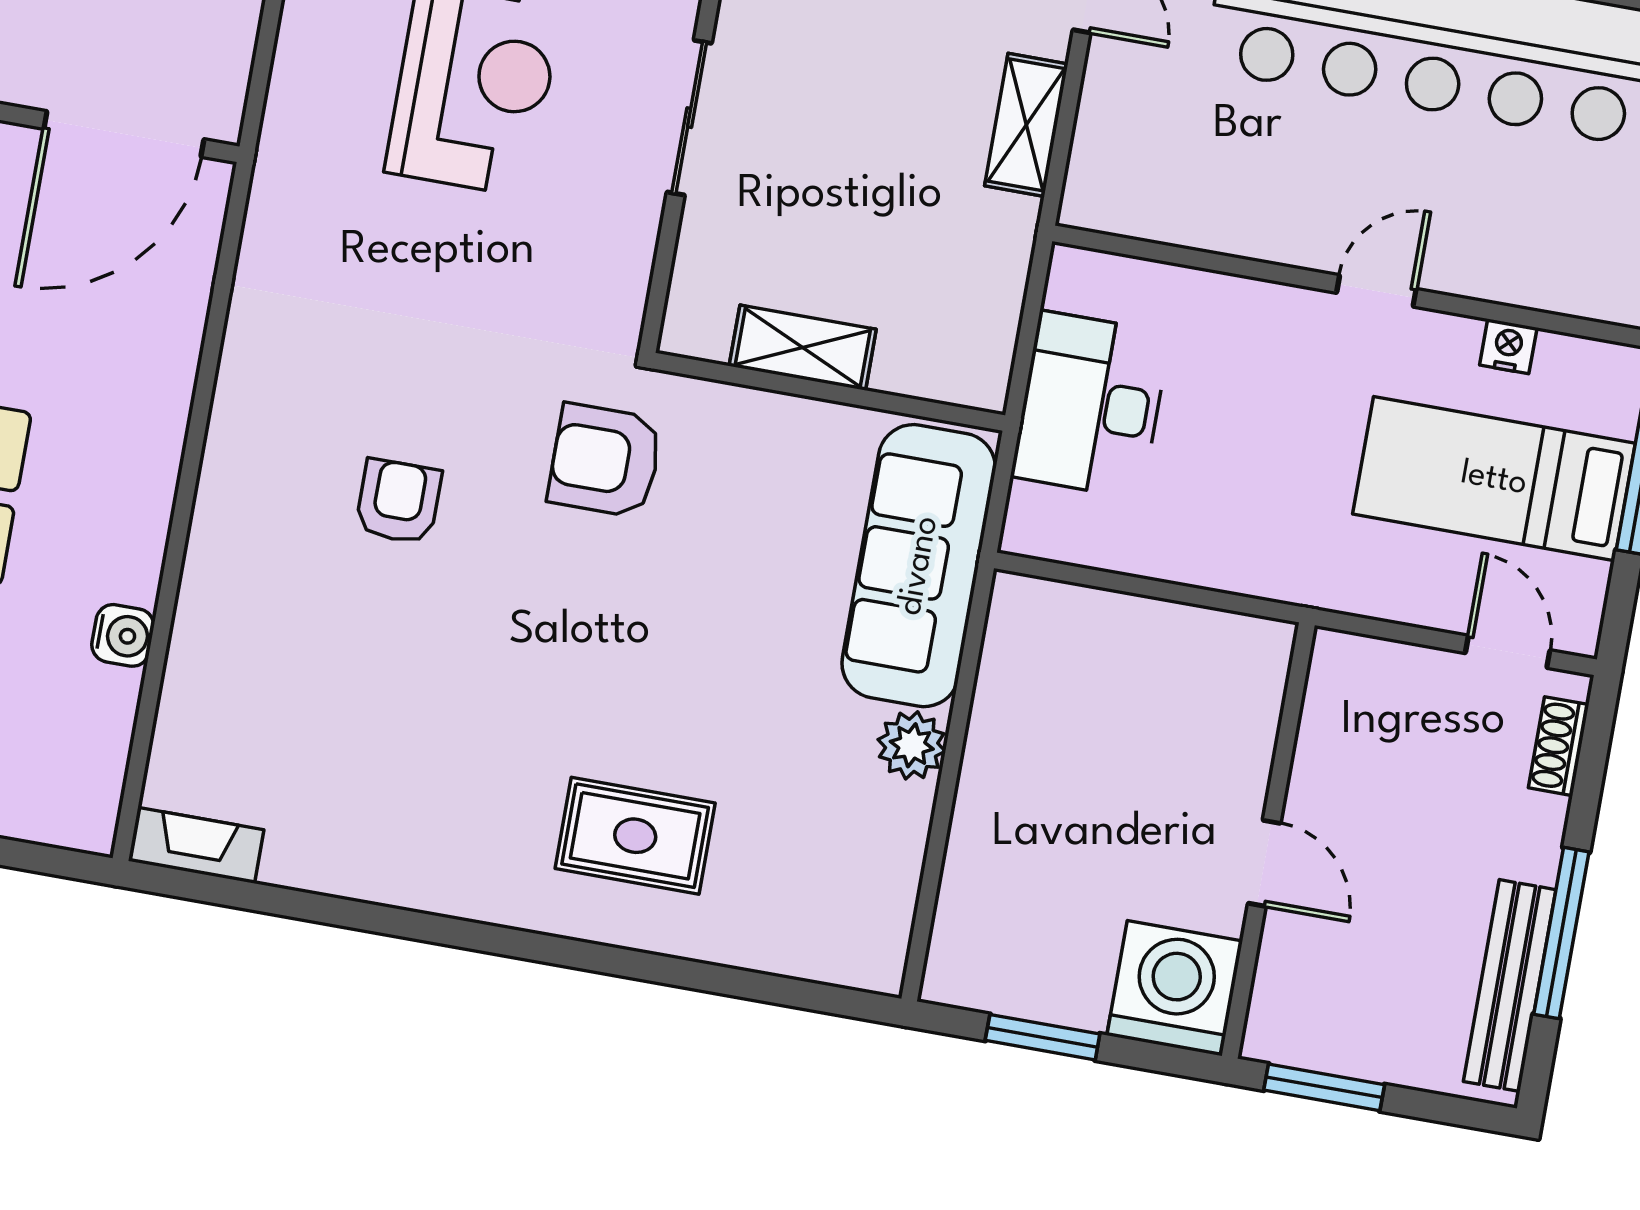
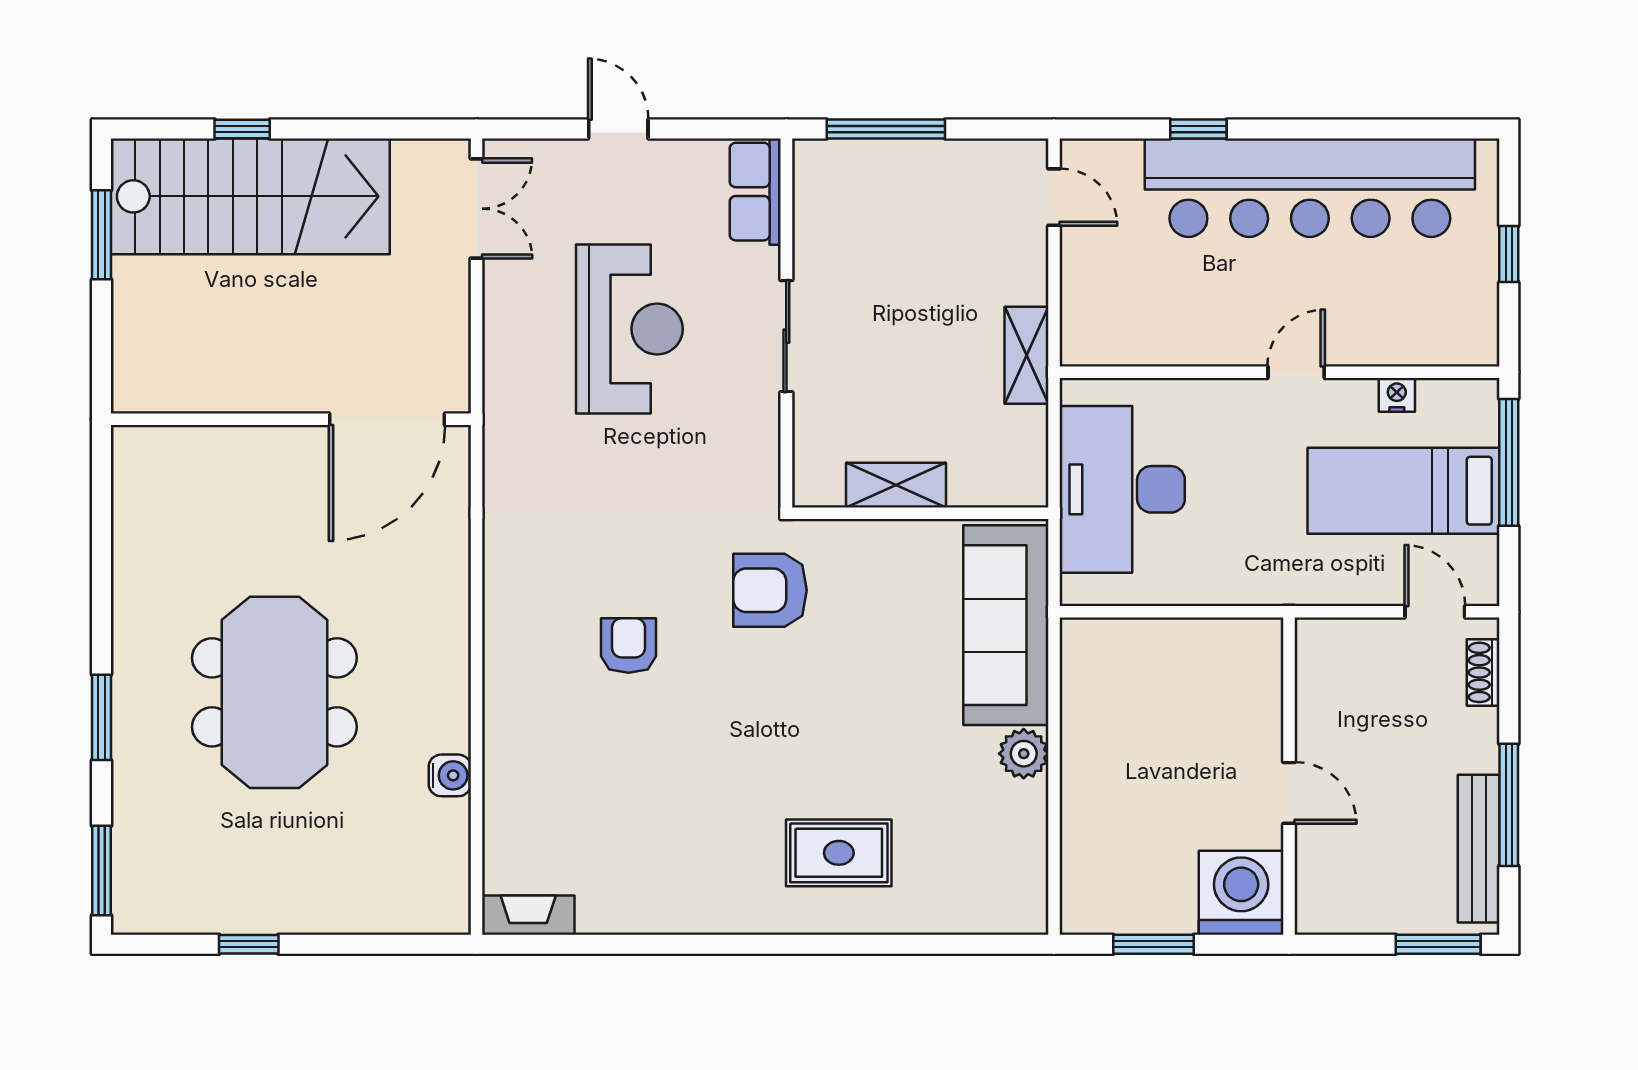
shelving: (1026, 125) -> (1027, 355), moved
desk: (1091, 405) -> (1122, 489), width x1.36, depth x1.30
window: (1324, 1087) -> (1438, 944), moved

